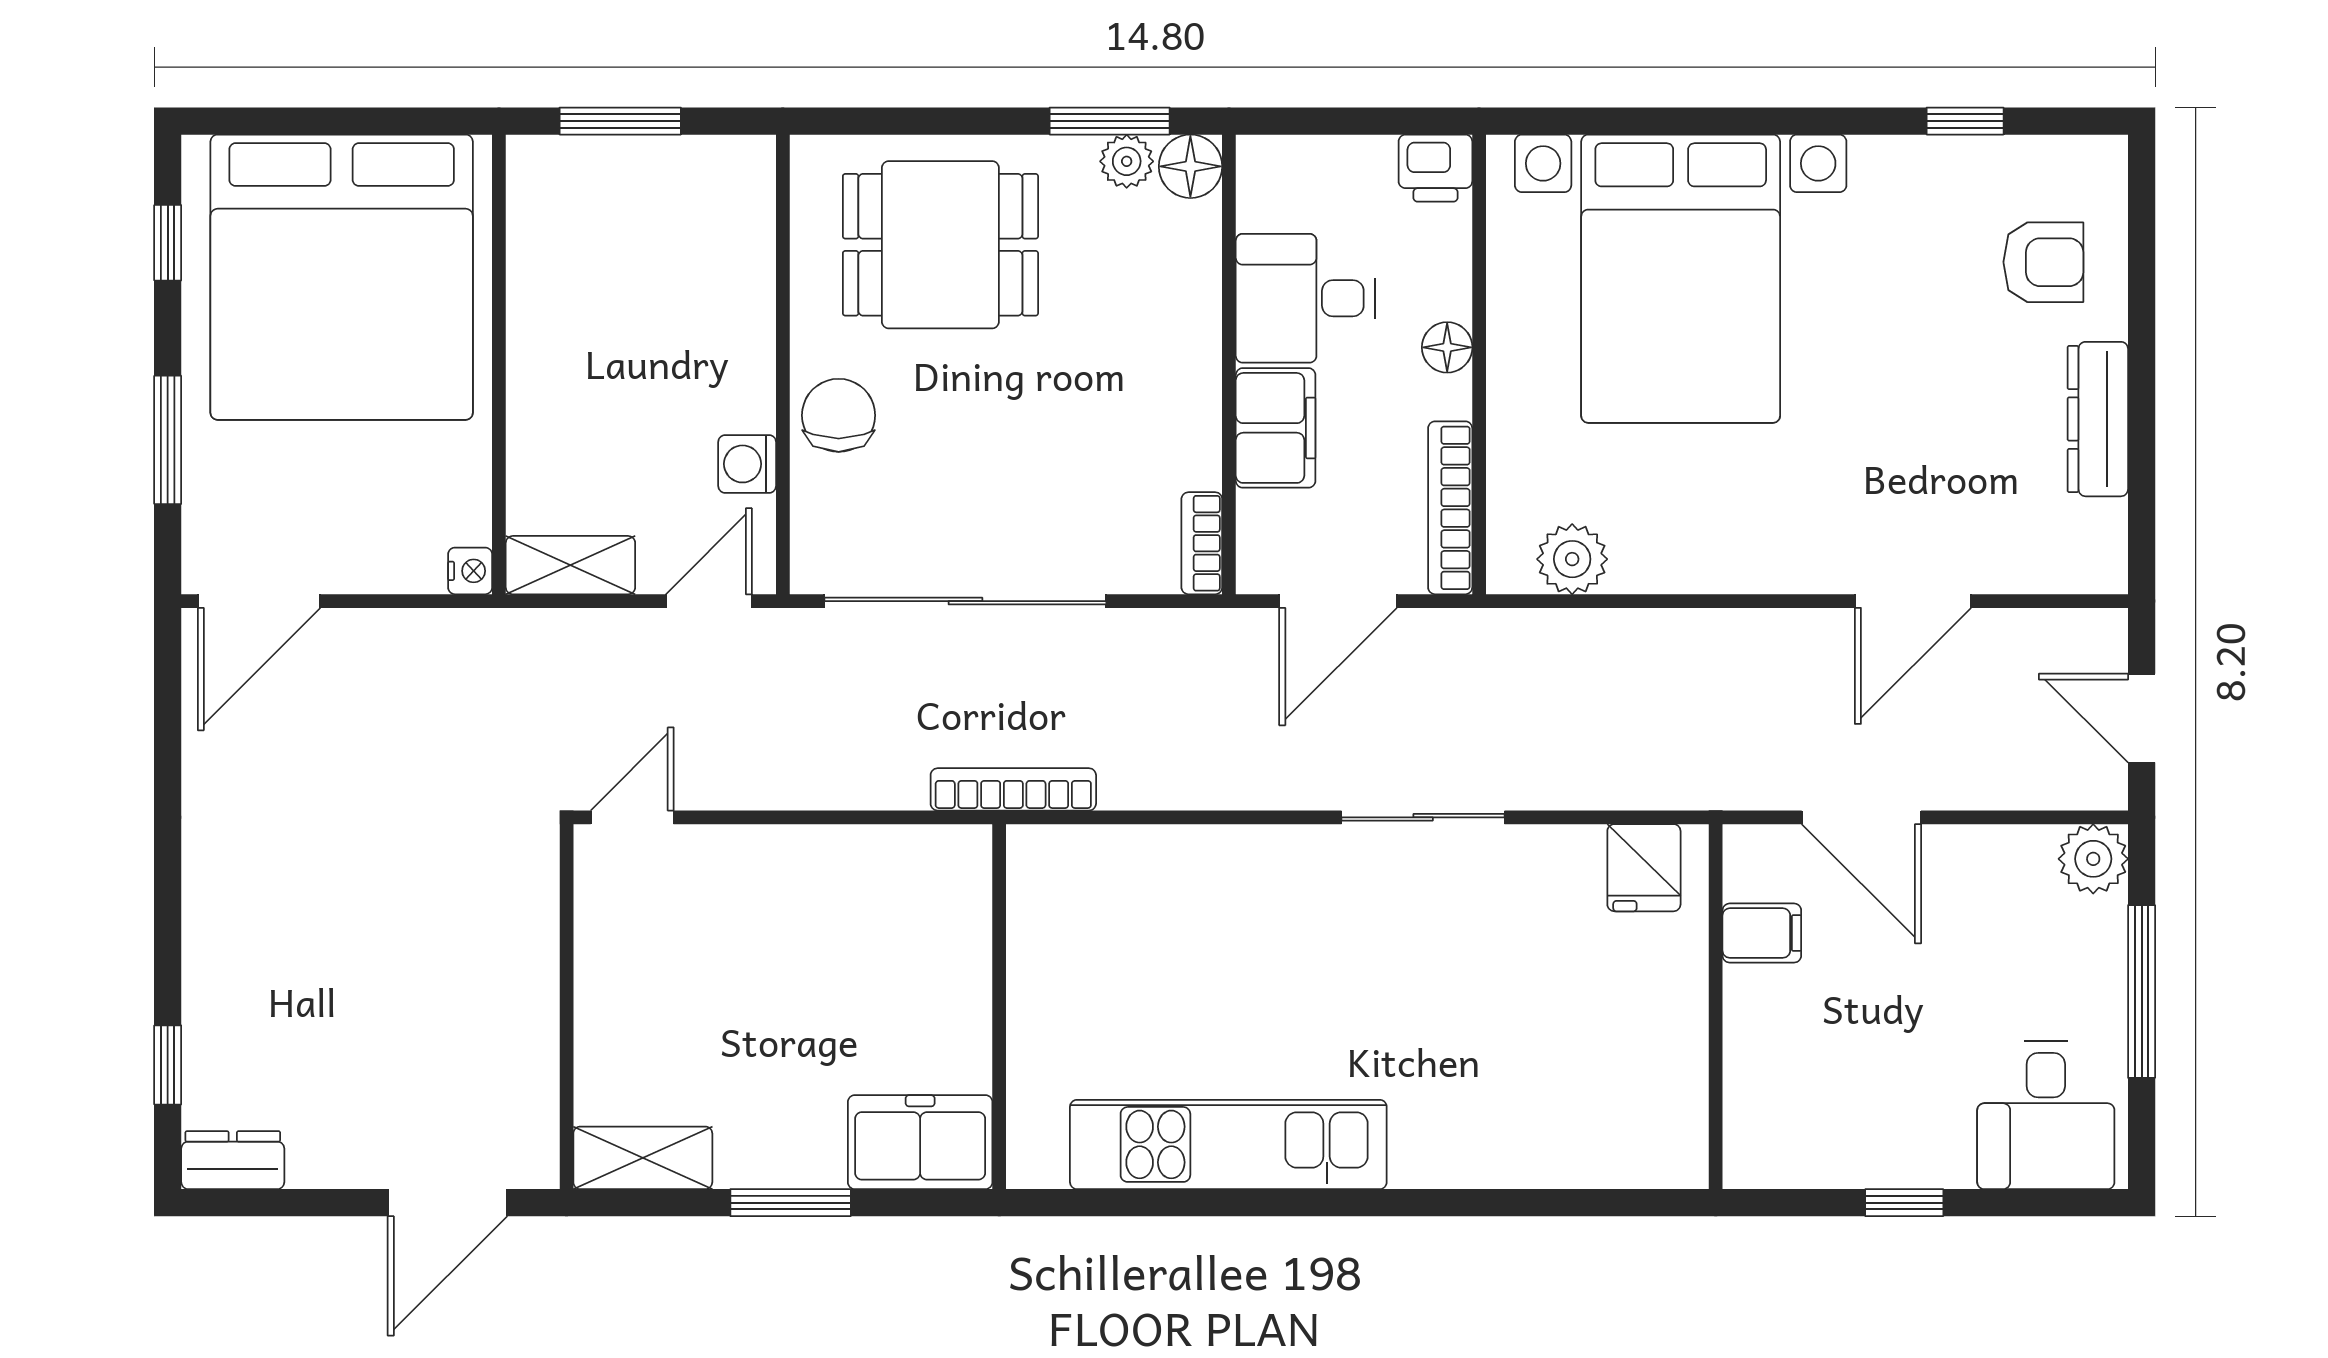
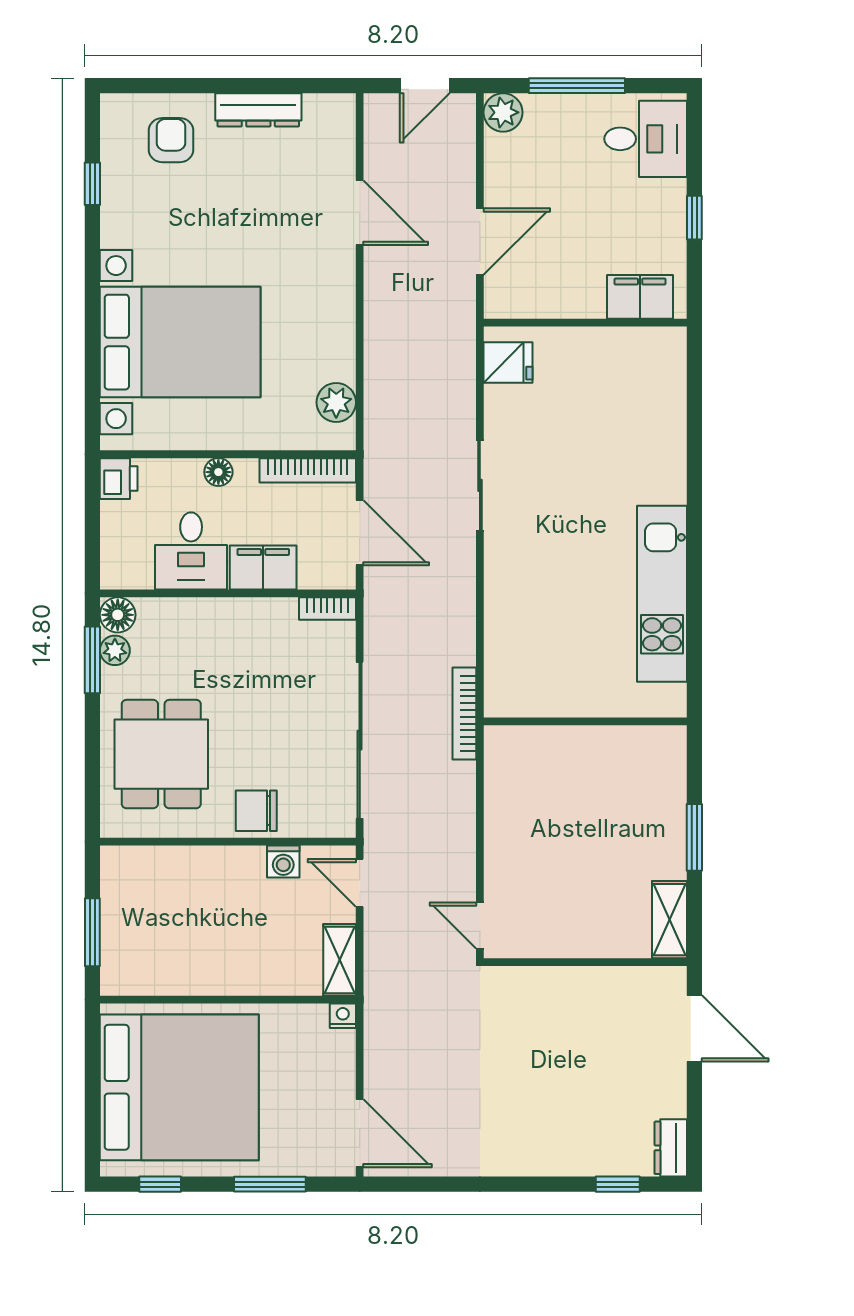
filing cabinet: (1762, 933) -> (640, 297), moved, width x2.00
freezer: (920, 1142) -> (661, 765), removed

